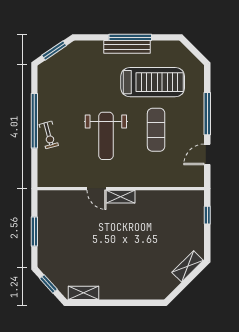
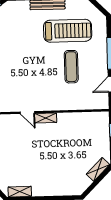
weight bench: (106, 136) -> (33, 72), removed

